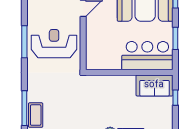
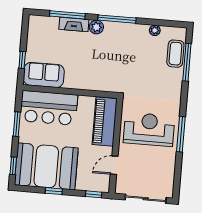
reception desk: (54, 44) -> (149, 129), turned 180
piano: (95, 47) -> (105, 122), added

